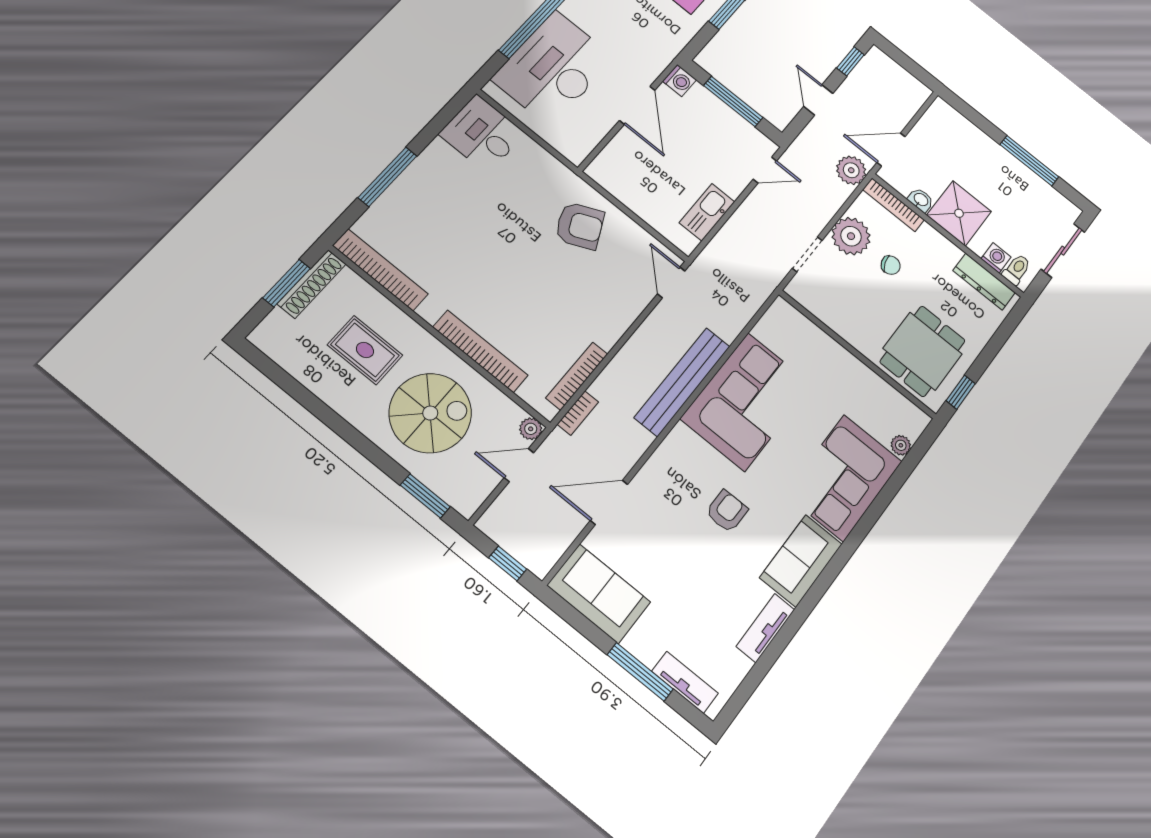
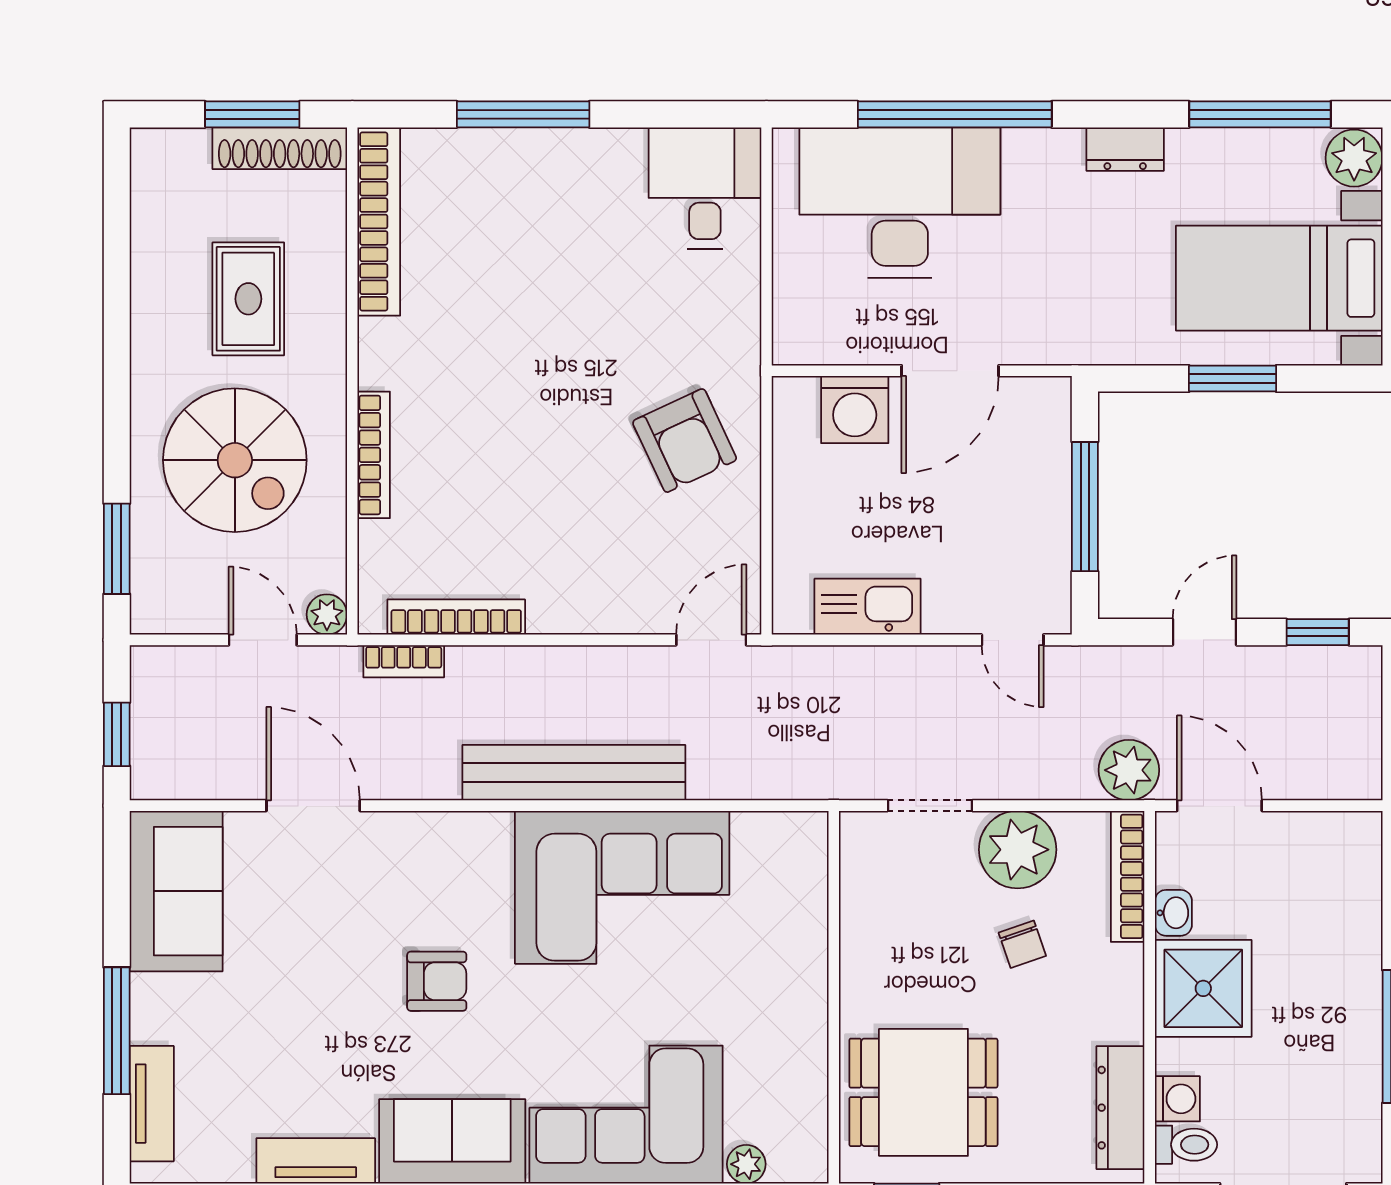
washing machine: (679, 81) -> (855, 410), moved, width x1.38, depth x1.38
bookcase: (480, 351) -> (374, 455), width x0.68, depth x0.76

